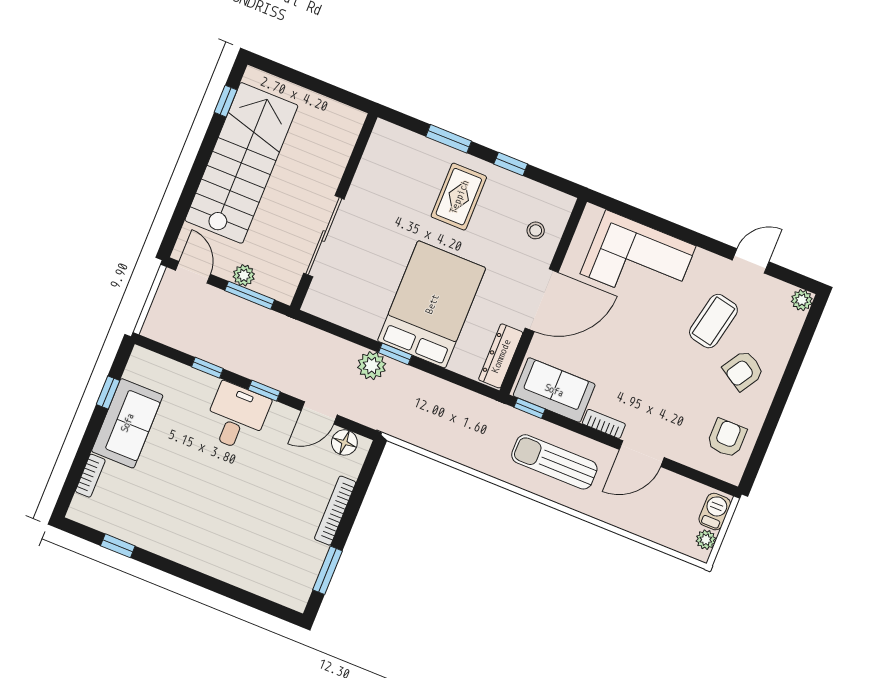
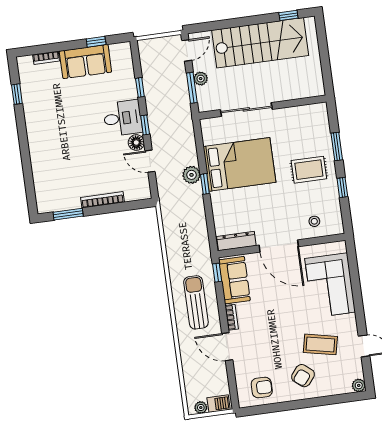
bed: (432, 304) -> (239, 164), moved
armchair: (743, 370) -> (303, 376), turned -83
floor lamp: (344, 442) -> (136, 143), moved

